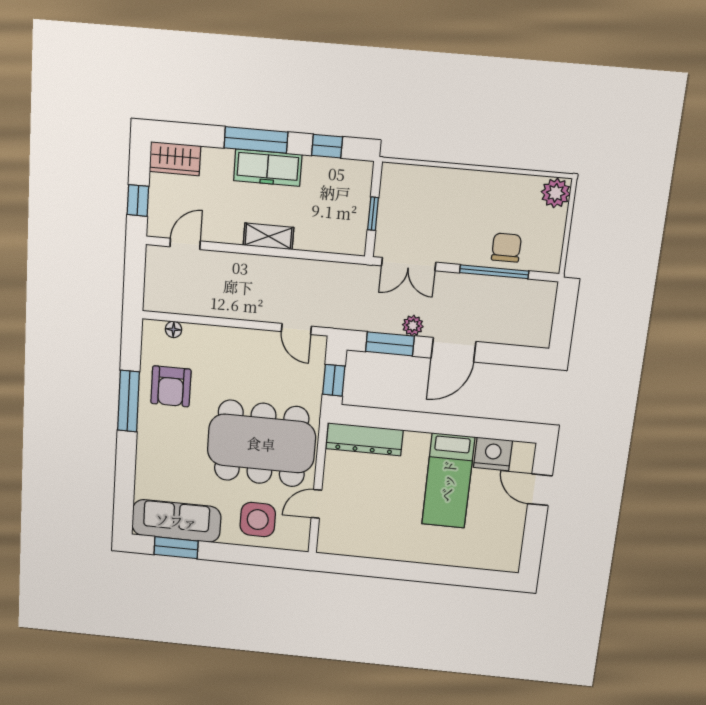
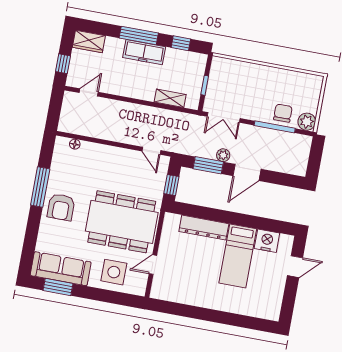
plant: (556, 193) -> (307, 122), moved
shelving: (268, 236) -> (170, 98), moved
armchair: (171, 386) -> (61, 207), moved
dresser: (365, 439) -> (204, 228), moved
door: (540, 490) -> (295, 267), swing flipped

